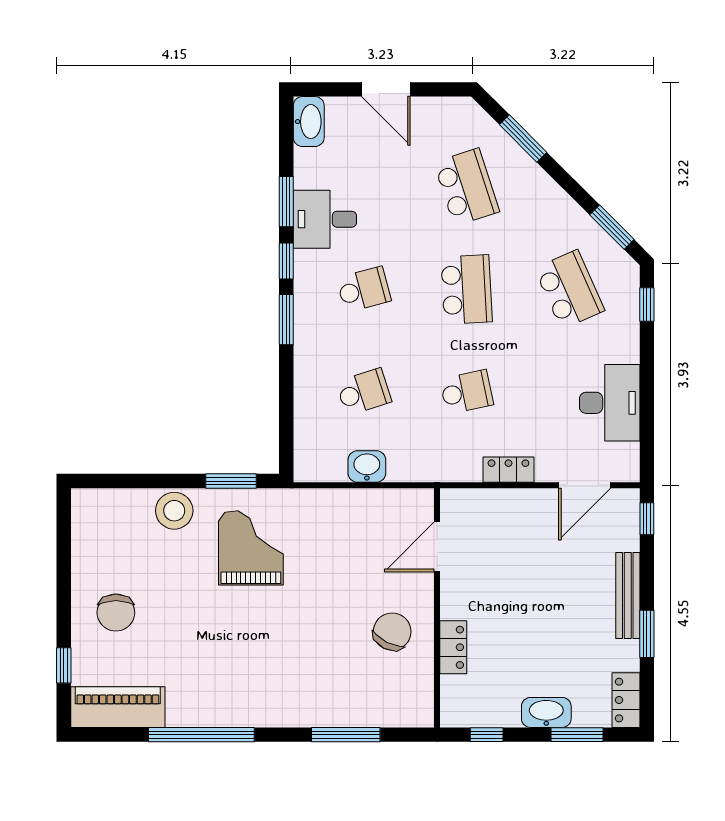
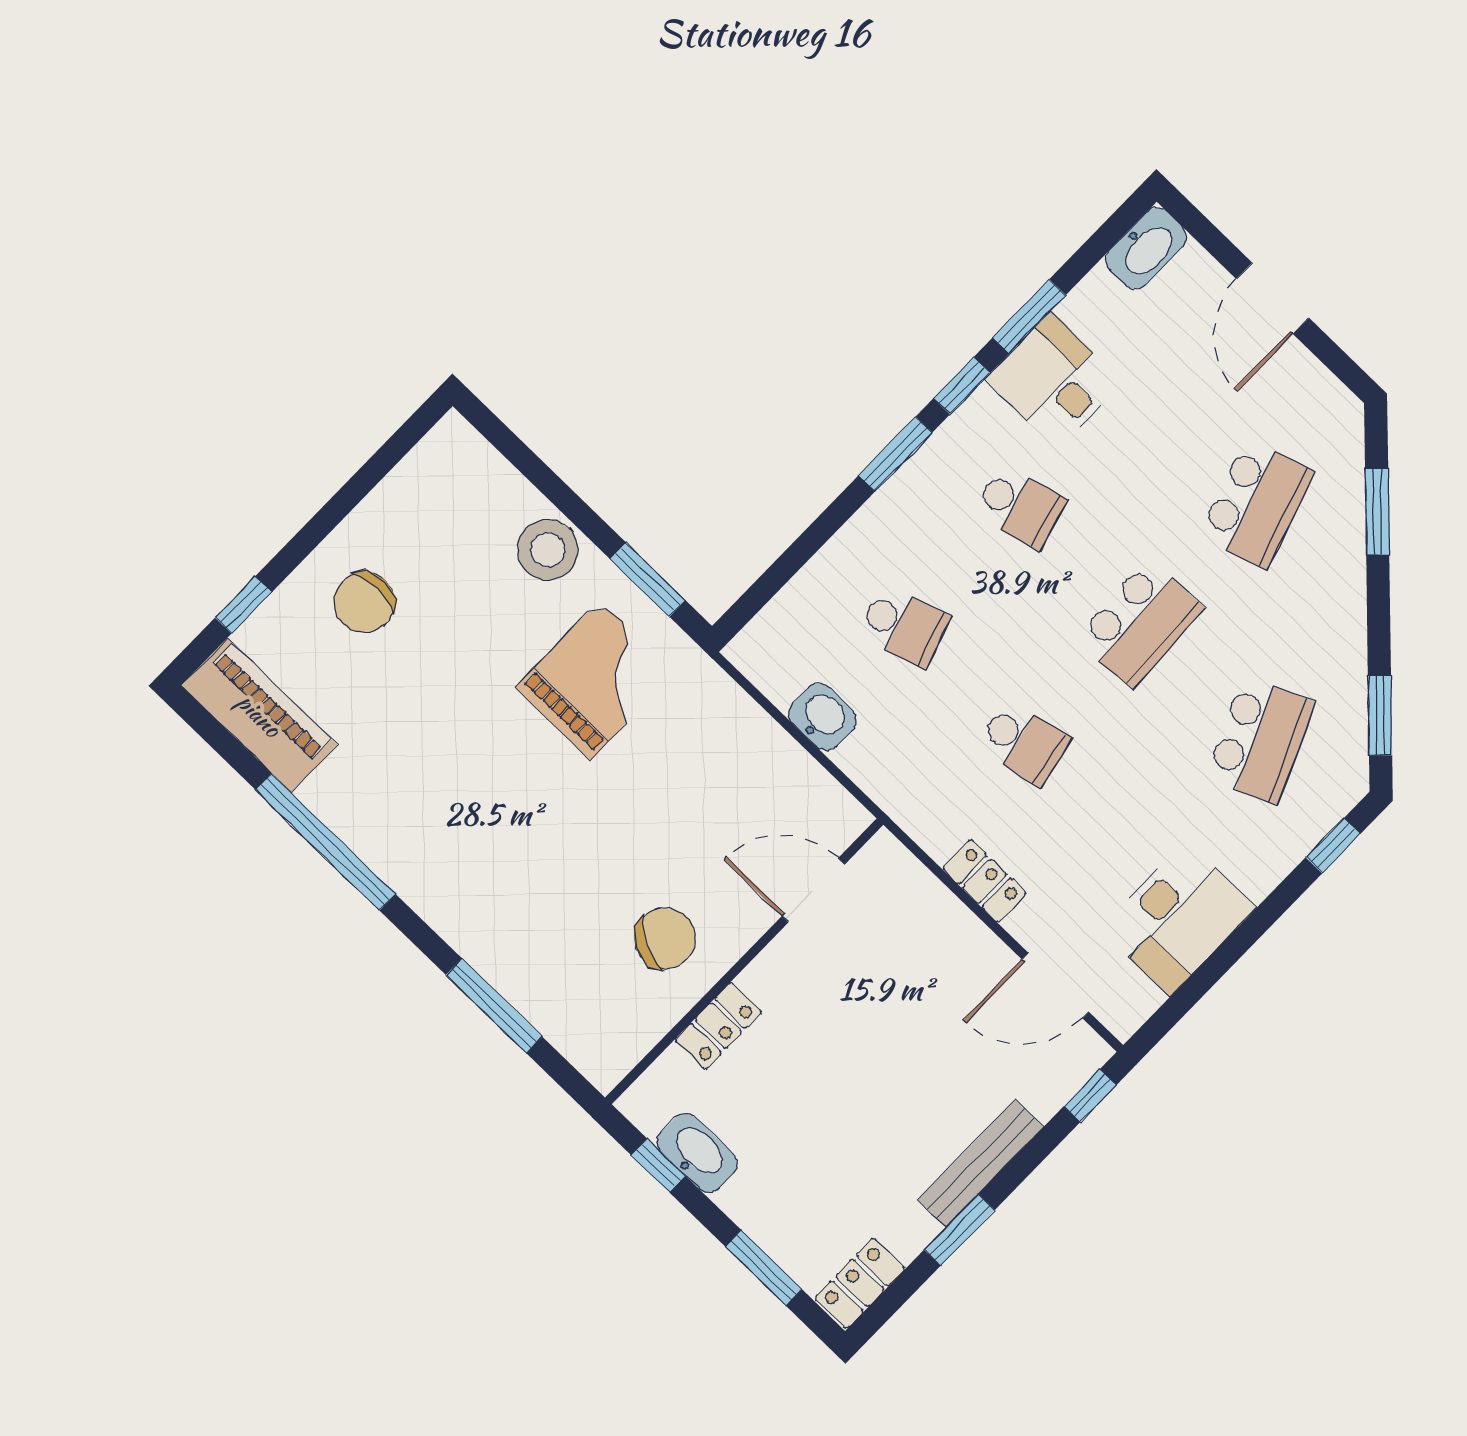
washbasin: (546, 712) -> (697, 1153), moved

